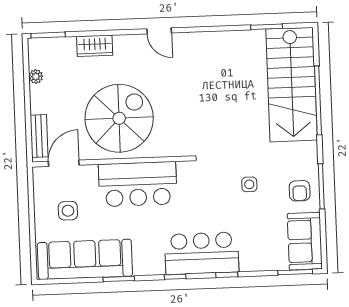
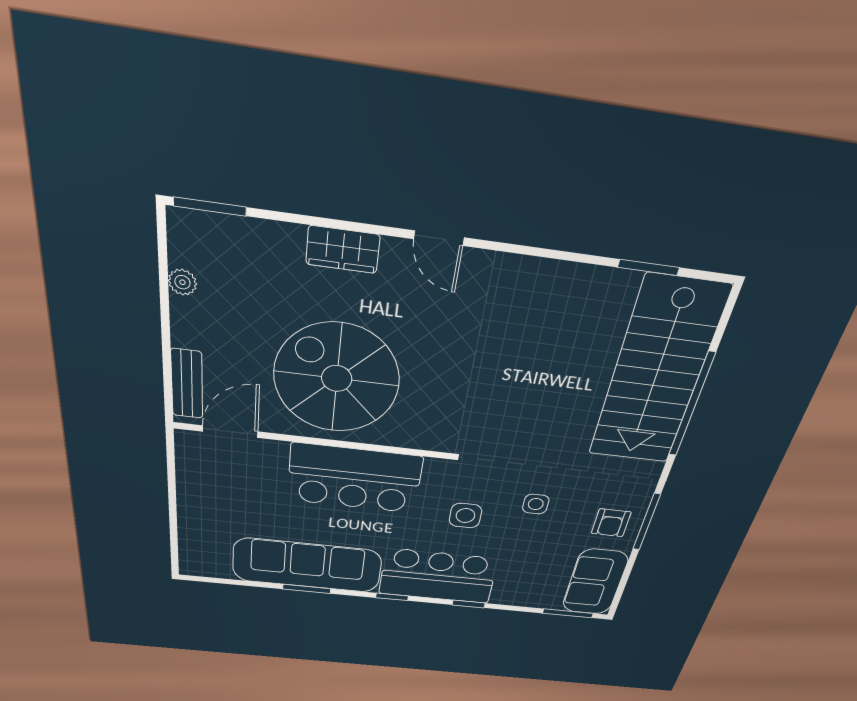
wardrobe: (95, 46) -> (343, 250), moved
spiral stairs: (119, 118) -> (337, 378), turned -90
side table: (68, 211) -> (465, 516), moved
sofa: (85, 259) -> (307, 565), moved

